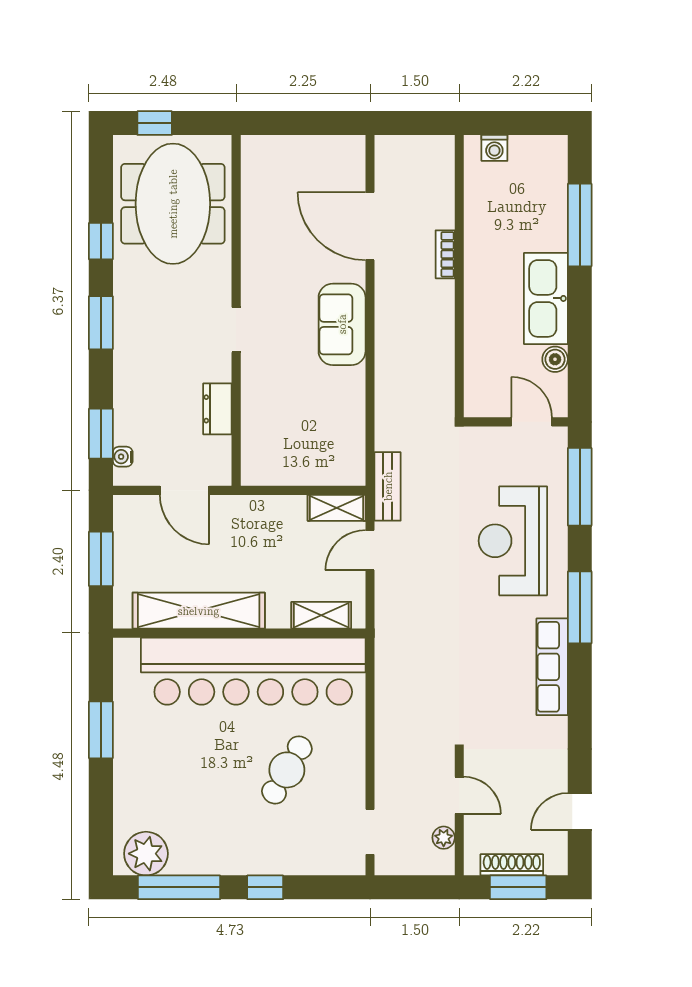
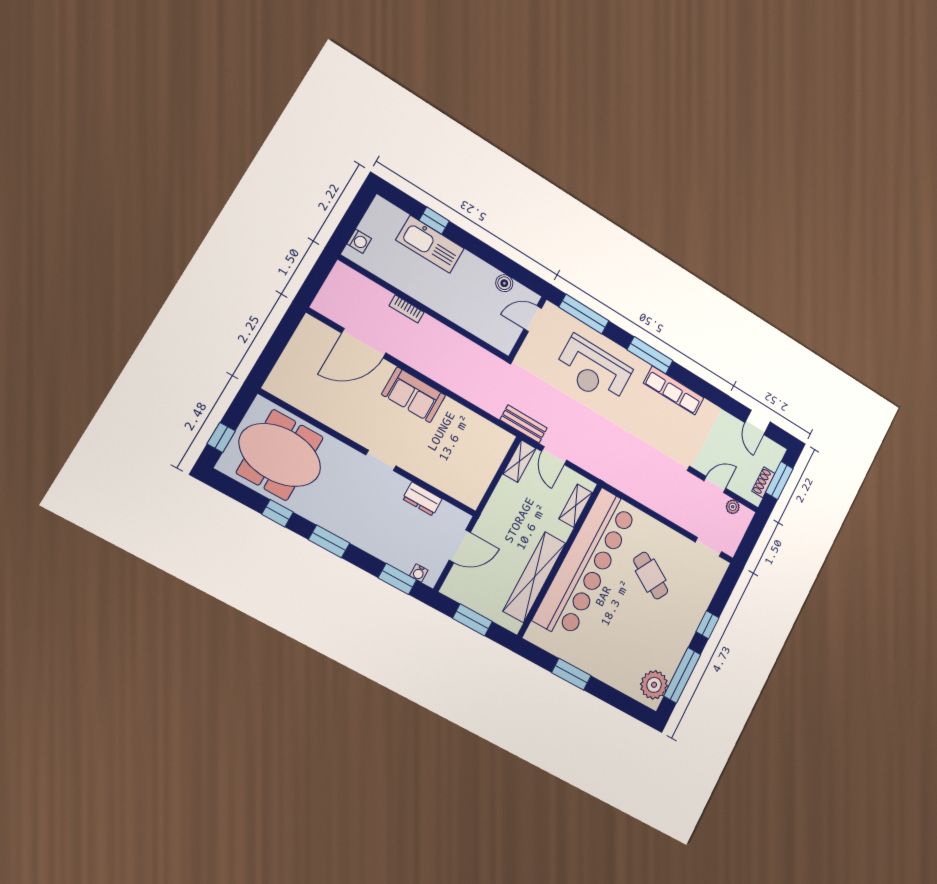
window: (580, 225) -> (434, 221), width x0.46
kitchen sink: (546, 298) -> (430, 244), moved
shoe rack: (512, 865) -> (763, 482), width x0.70

